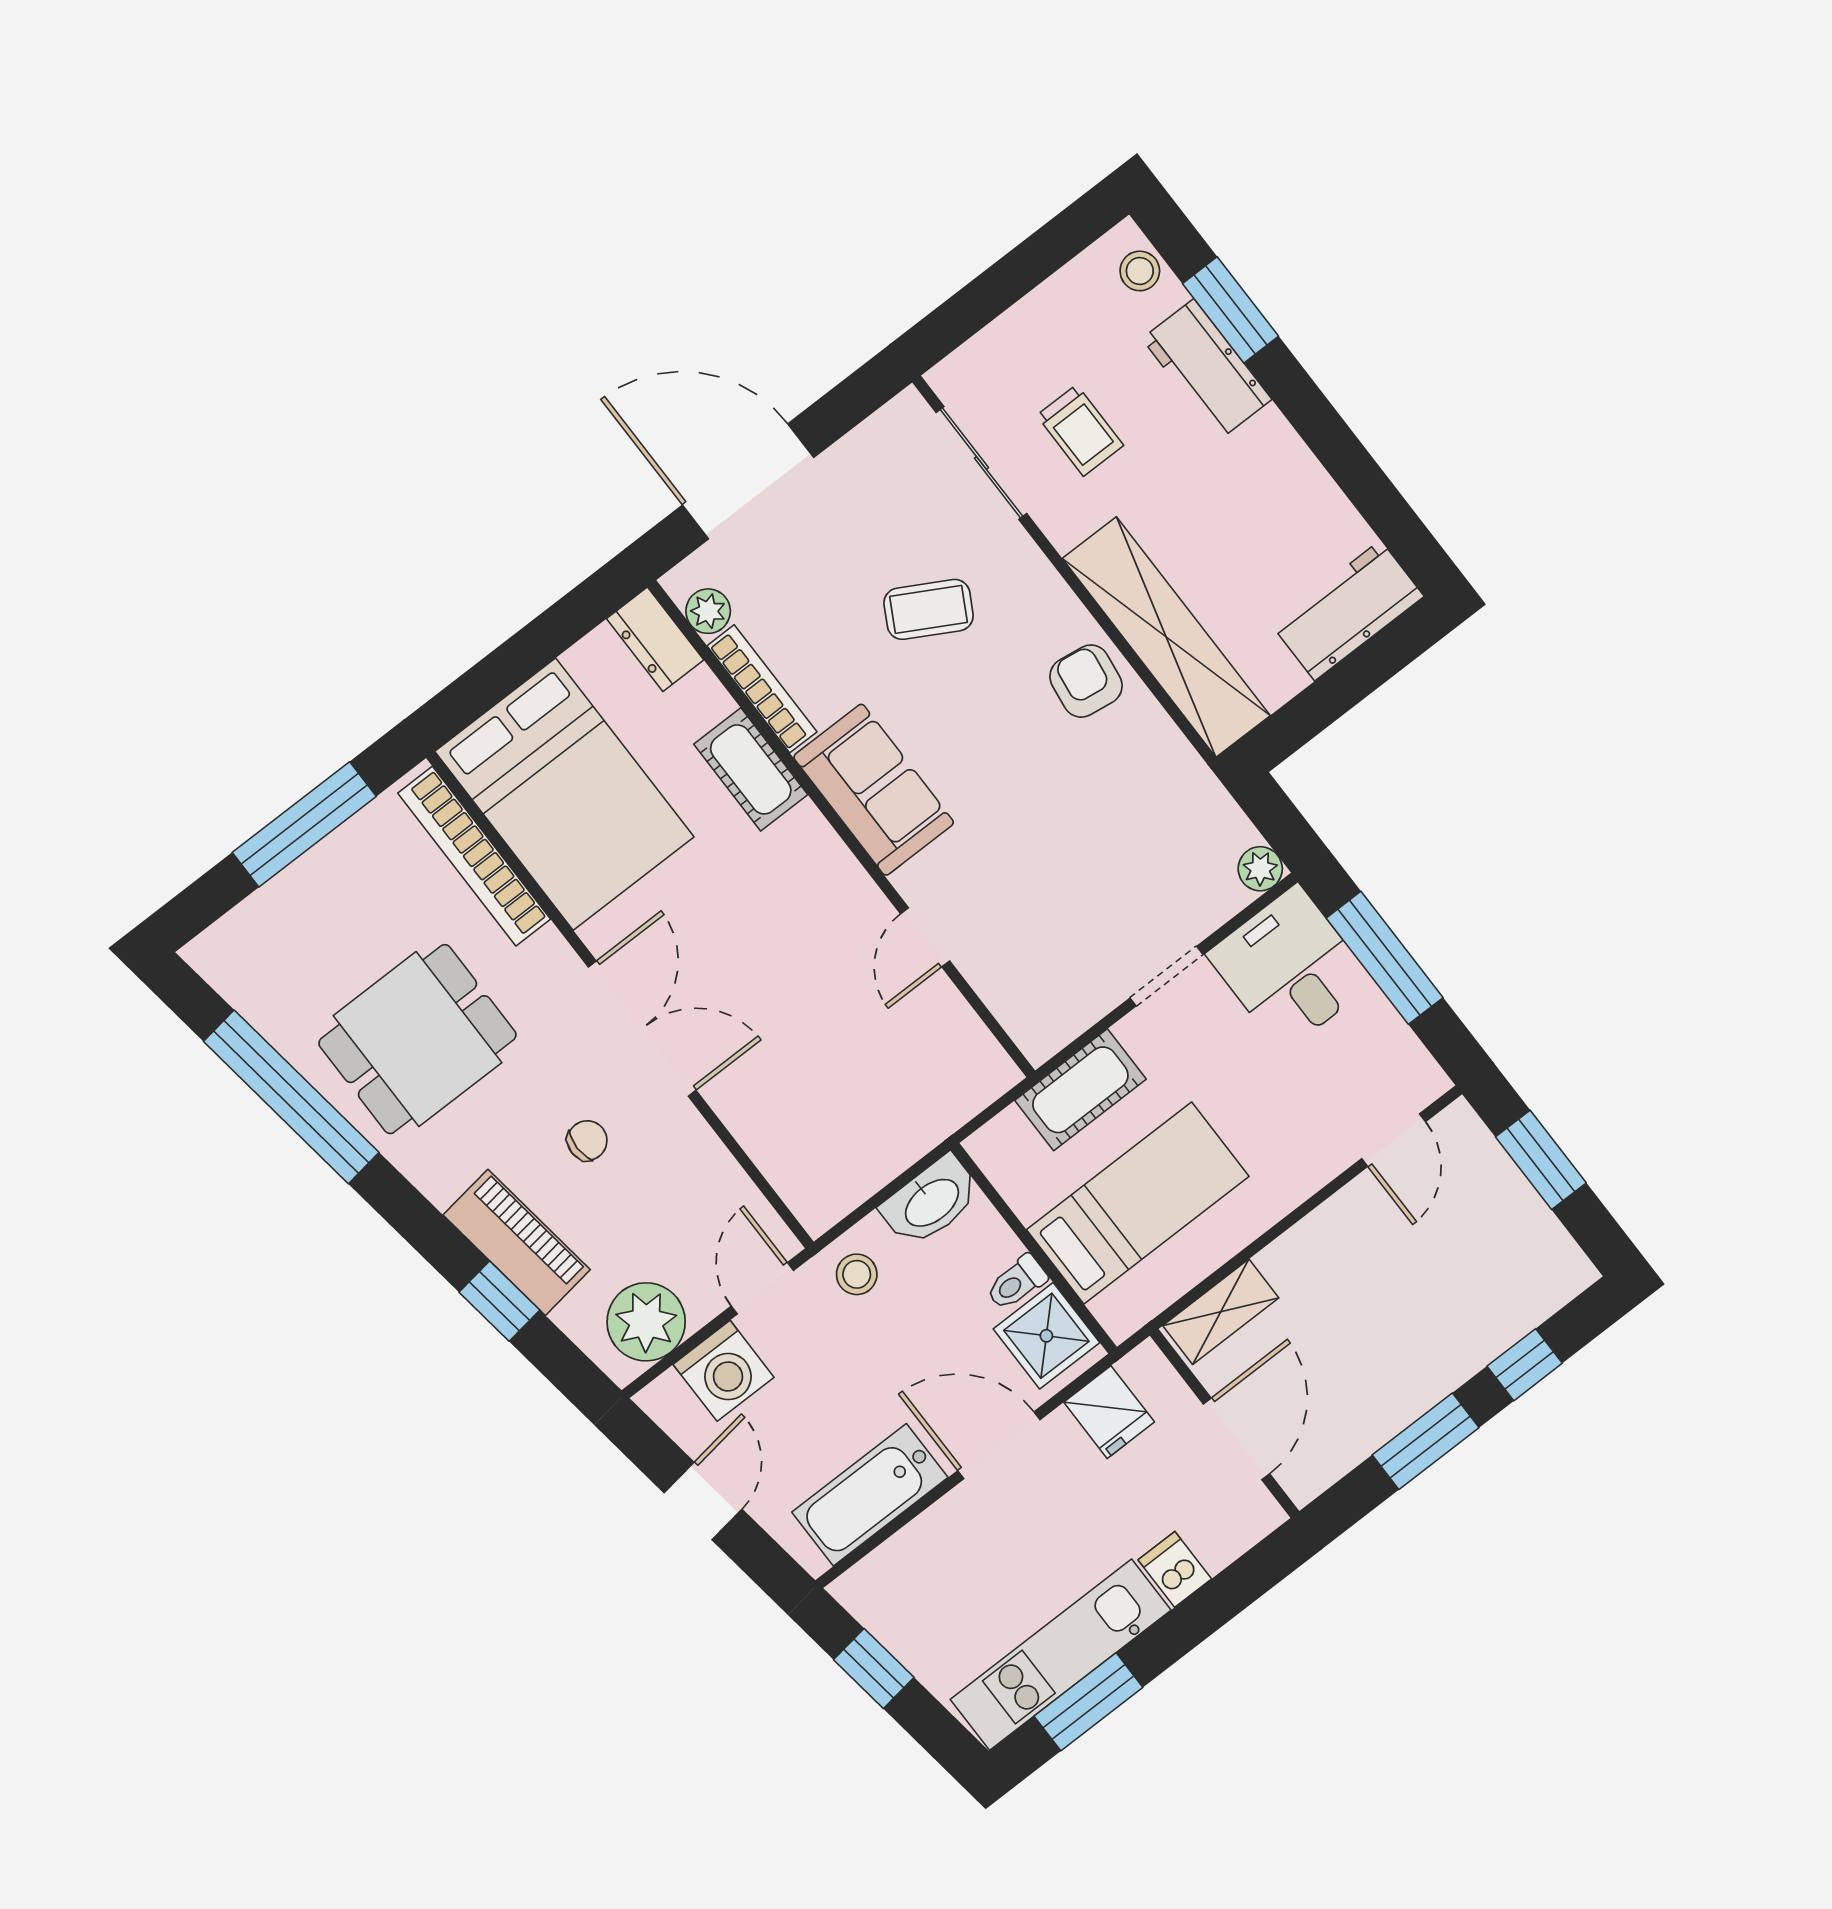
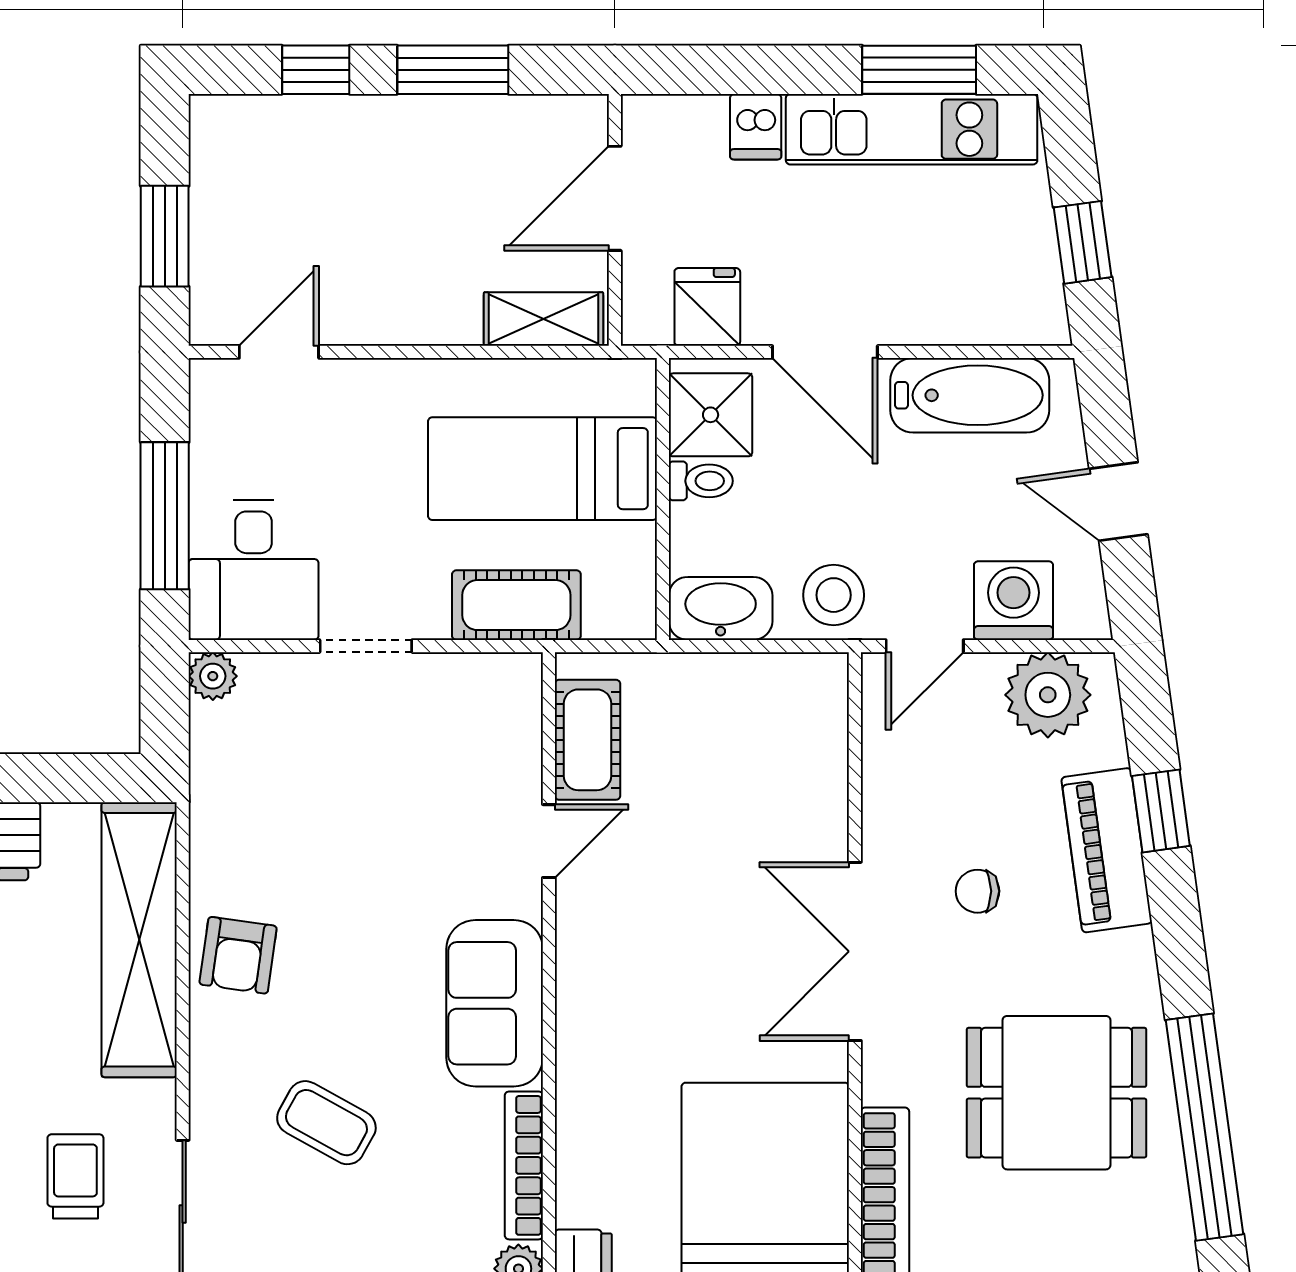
cot: (751, 769) -> (587, 740), moved
stool: (857, 1274) -> (834, 595), width x1.37, depth x1.37
door: (703, 1501) -> (1118, 502), hinge flipped

